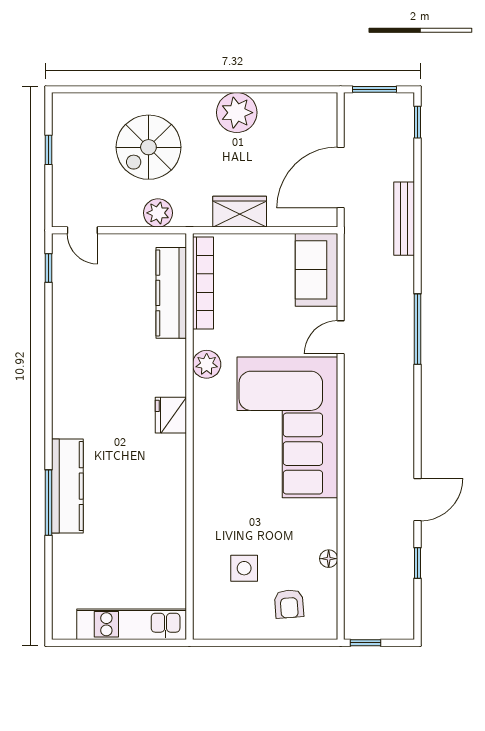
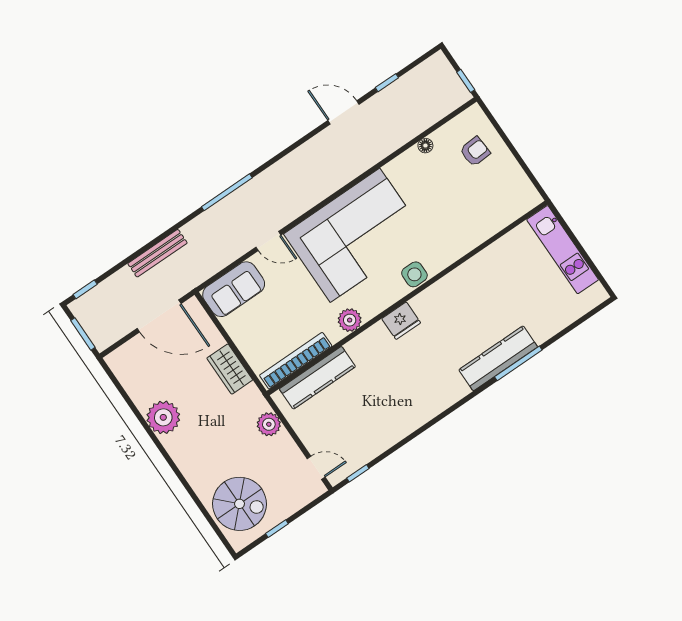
spiral stairs: (148, 147) -> (239, 504), moved
door: (82, 230) -> (316, 468), hinge flipped
side table: (244, 568) -> (414, 274), moved

